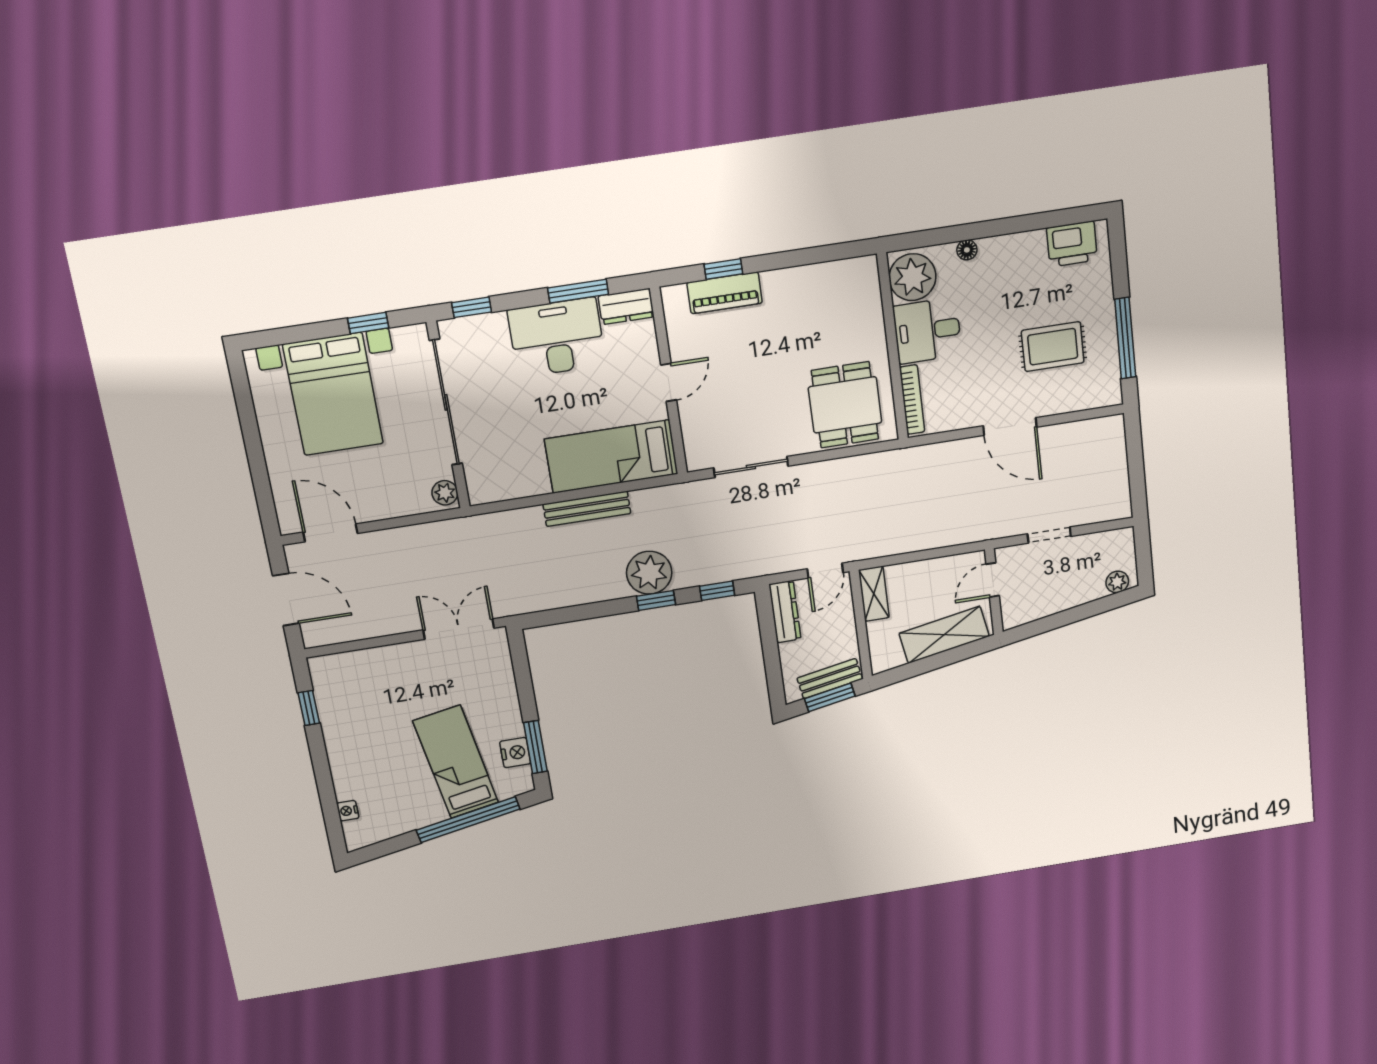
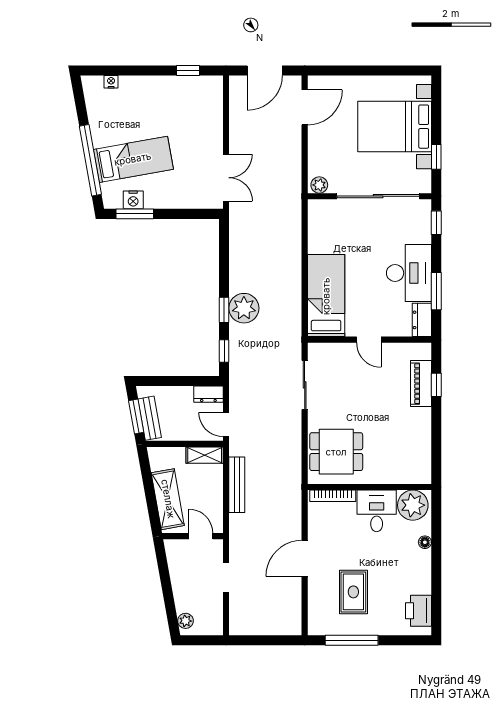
bench: (587, 509) -> (237, 485), moved
dresser: (785, 612) -> (208, 394), width x0.70

